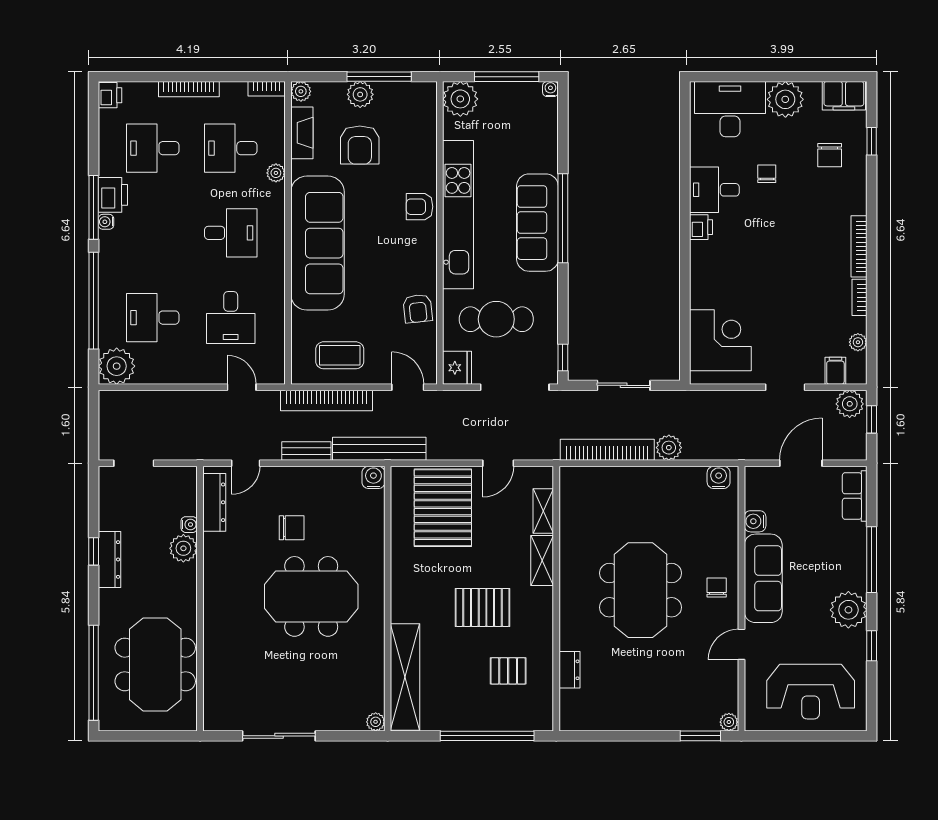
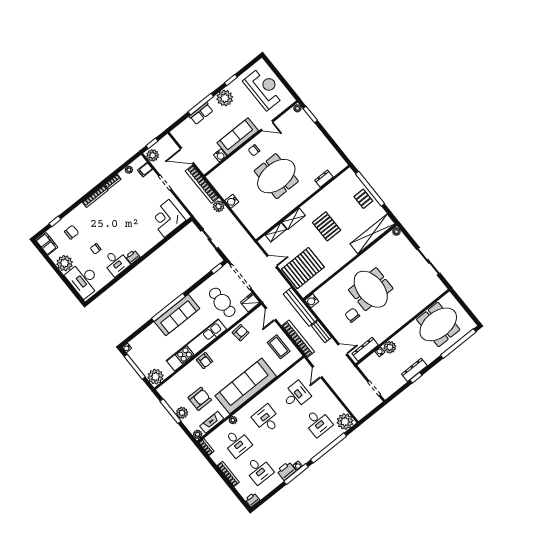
bookcase: (607, 450) -> (202, 184), moved
water cooler: (719, 477) -> (232, 201), moved
row of seats: (855, 496) -> (201, 114), moved
pallet: (508, 671) -> (363, 199), moved

